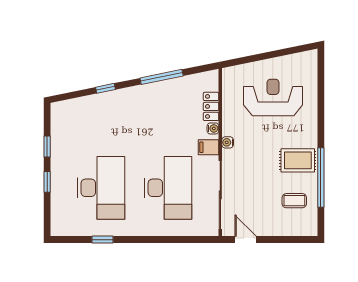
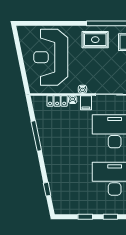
window: (106, 88) -> (47, 189), moved
reception desk: (273, 98) -> (51, 57), width x1.36, depth x1.30
rug: (298, 160) -> (95, 40), turned 90

